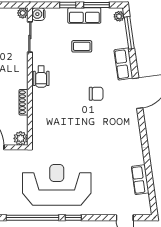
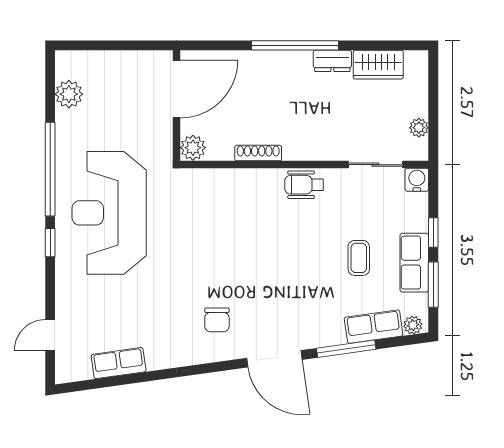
plant: (23, 13) -> (419, 128), moved
window: (129, 33) -> (346, 349), moved
row of seats: (123, 64) -> (374, 327), moved
chair: (96, 94) -> (217, 320), moved
reception desk: (57, 185) -> (109, 213), turned 180

